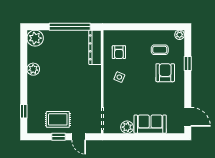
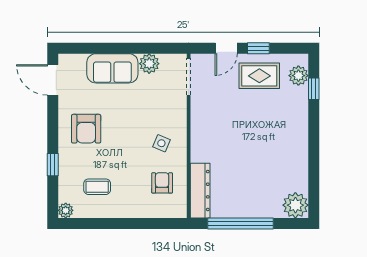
plant: (33, 69) -> (298, 76), moved
armchair: (165, 73) -> (86, 129), moved
door: (79, 137) -> (226, 48), swing flipped

